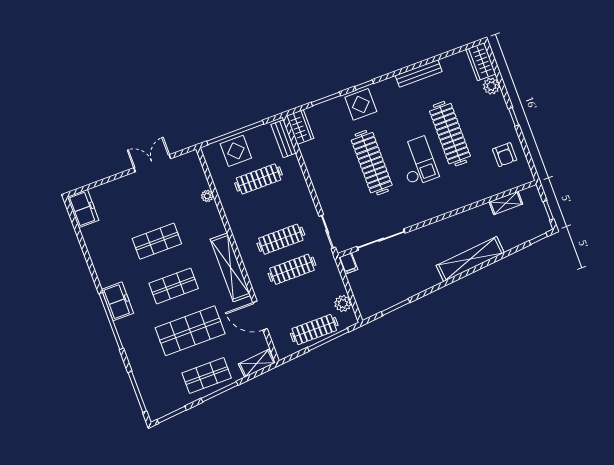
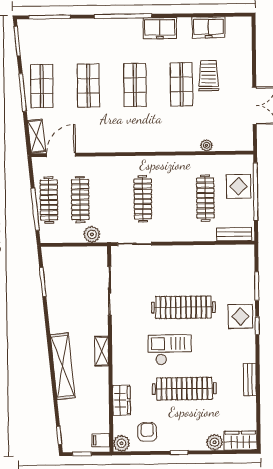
bench: (419, 73) -> (250, 380), width x0.73
wardrobe: (300, 127) -> (121, 400), moved, turned -90
armchair: (505, 155) -> (147, 432), turned 90
checkout: (417, 161) -> (170, 350), turned 180
plant: (524, 176) -> (121, 443), added
shelving: (506, 203) -> (102, 351), moved
freezer: (83, 209) -> (208, 27), moved
trolley: (139, 218) -> (209, 76), added
filing cabinet: (348, 263) -> (101, 440), moved
shelving: (230, 267) -> (133, 143), removed
clothes rail: (292, 269) -> (80, 200), moved
freezer: (118, 301) -> (160, 28), moved
plant: (343, 303) -> (92, 234), moved
door: (260, 316) -> (61, 155), moved
shop shelf: (190, 331) -> (88, 86), width x0.70, depth x0.74

